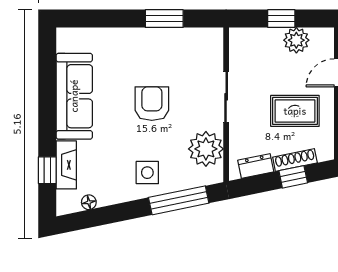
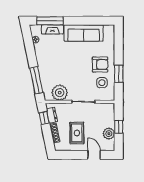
armchair: (152, 104) -> (100, 64), moved
window: (47, 170) -> (50, 21), width x2.17
side table: (147, 173) -> (102, 83), moved
window: (293, 177) -> (44, 118), moved

